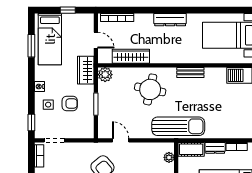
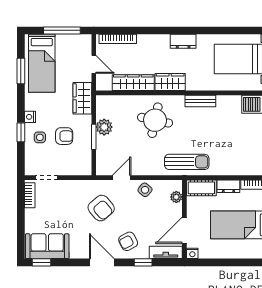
window: (68, 10) -> (62, 30), width x2.17
dresser: (170, 20) -> (183, 41), width x0.70
wardrobe: (164, 56) -> (170, 82), added
plant: (105, 75) -> (104, 127), moved
window: (31, 123) -> (21, 132), moved
sun lounger: (178, 126) -> (187, 162), width x0.73, depth x0.75
door: (121, 140) -> (122, 178), hinge flipped
side table: (141, 151) -> (145, 190), added

